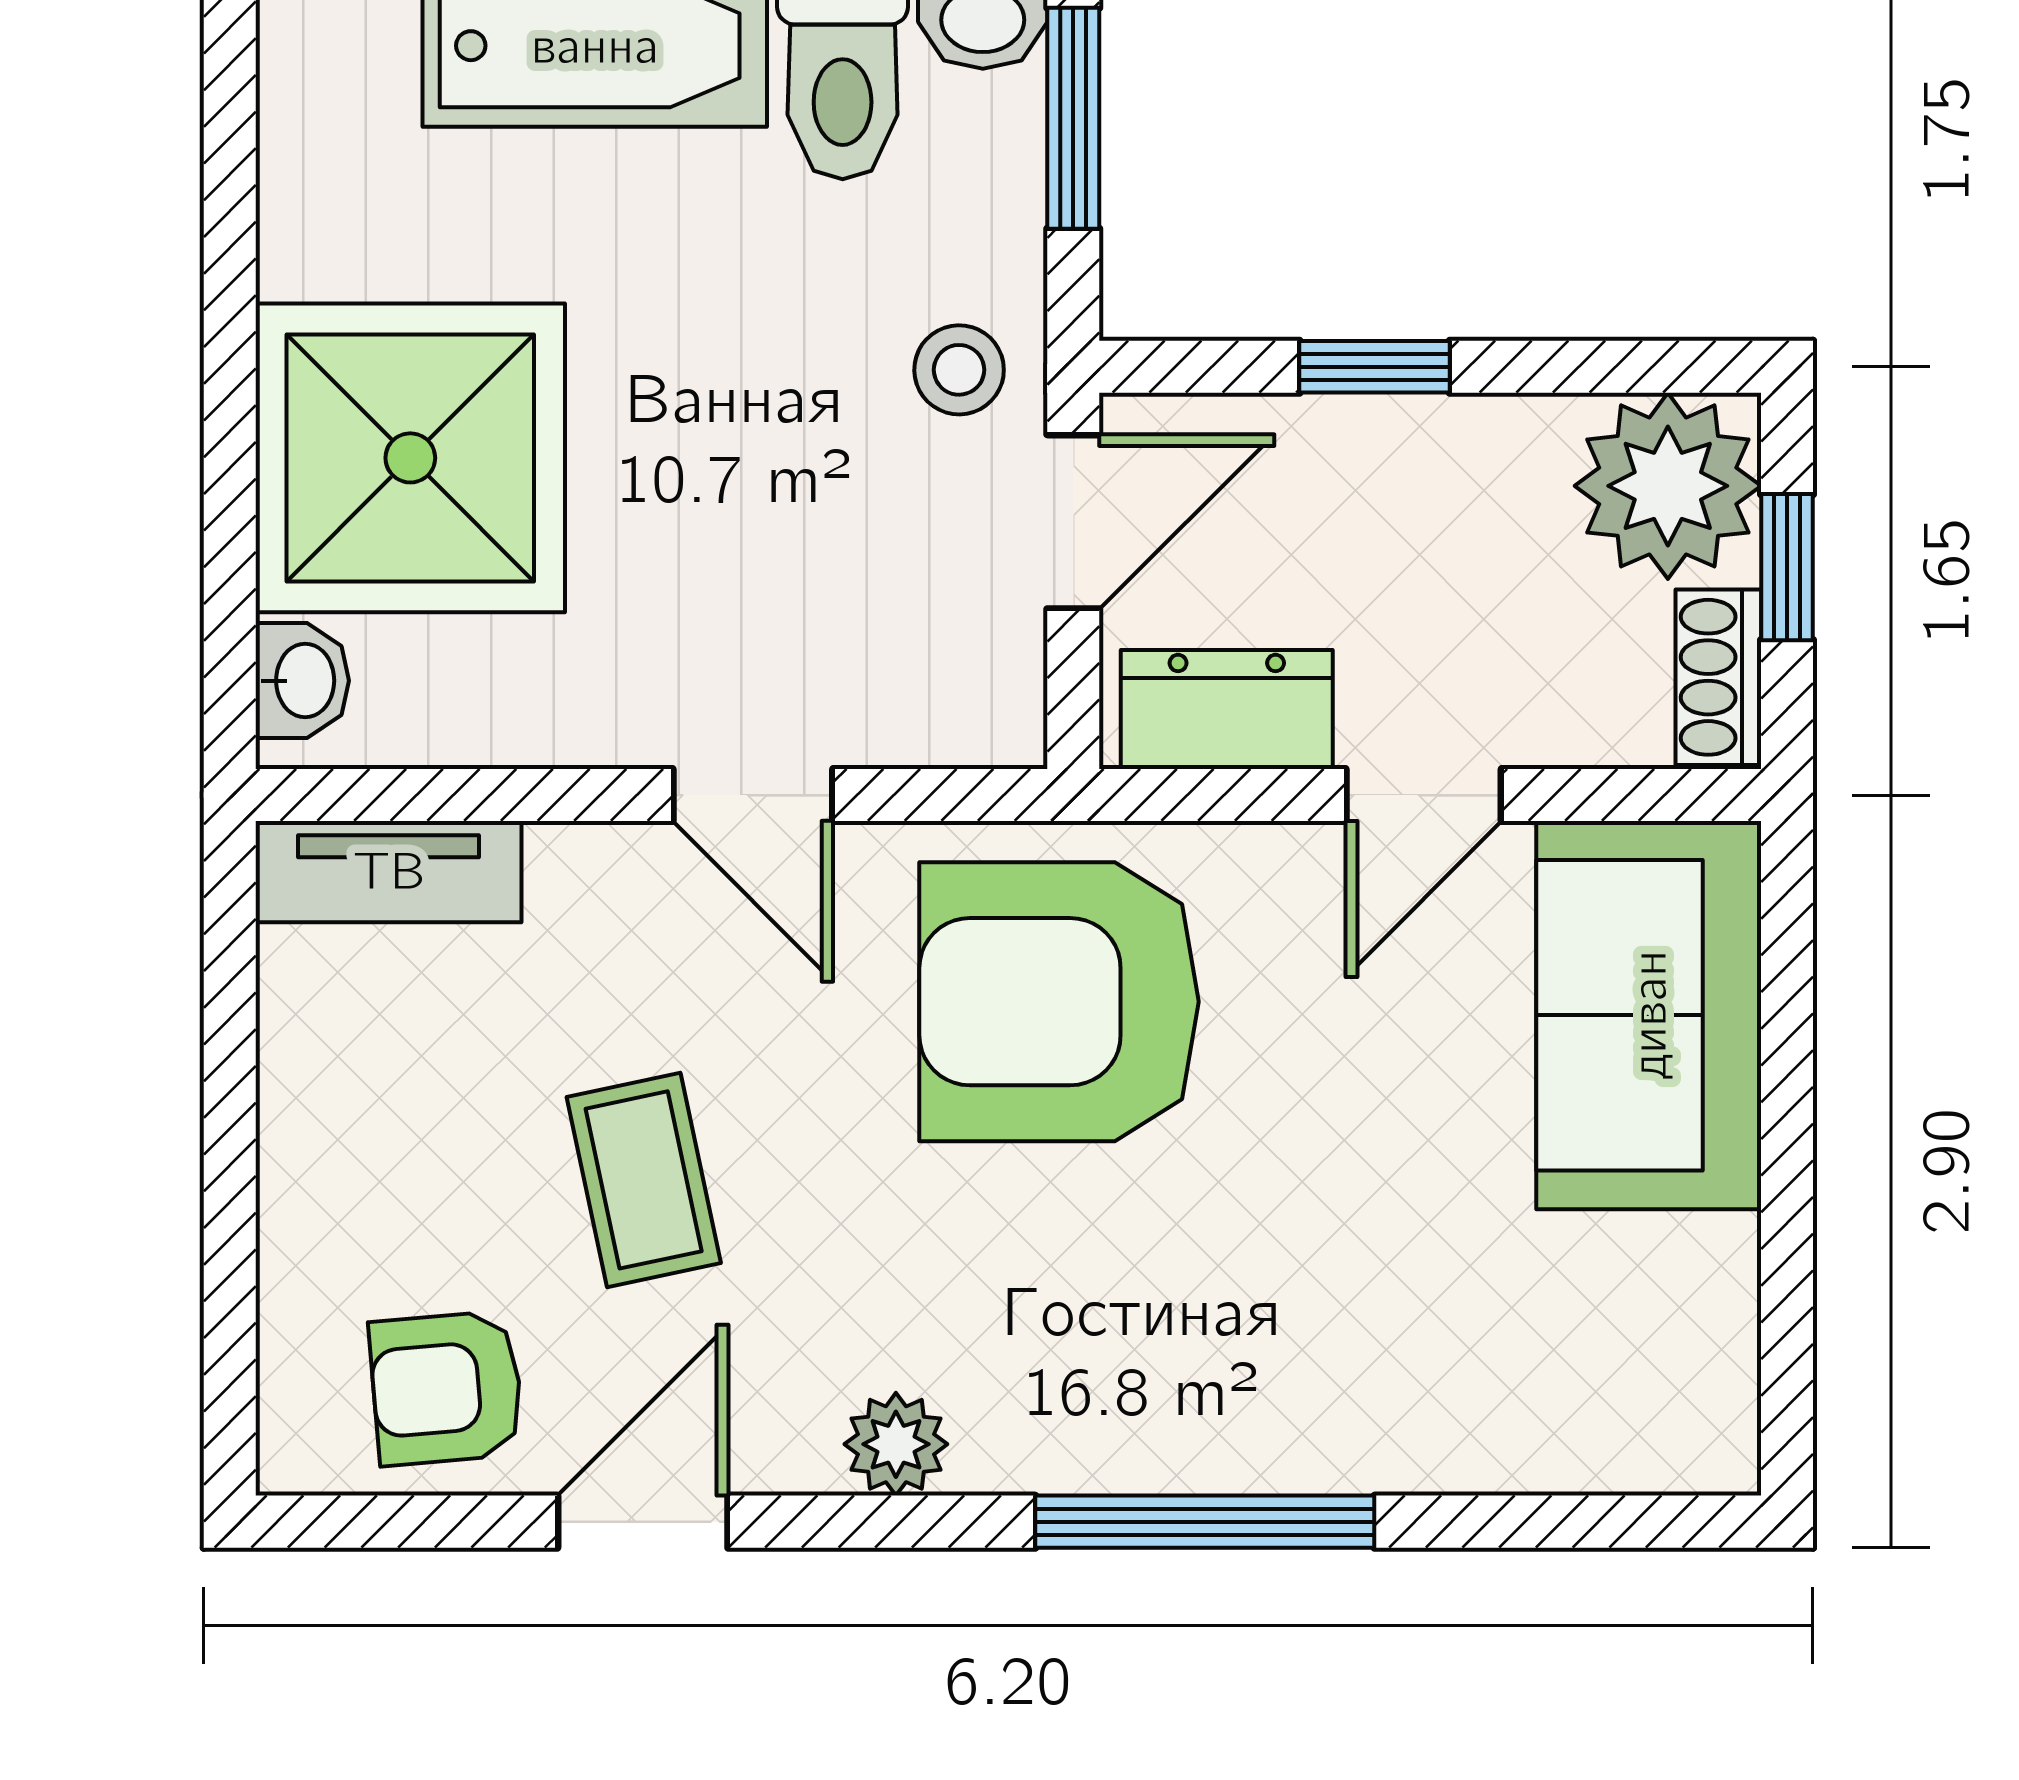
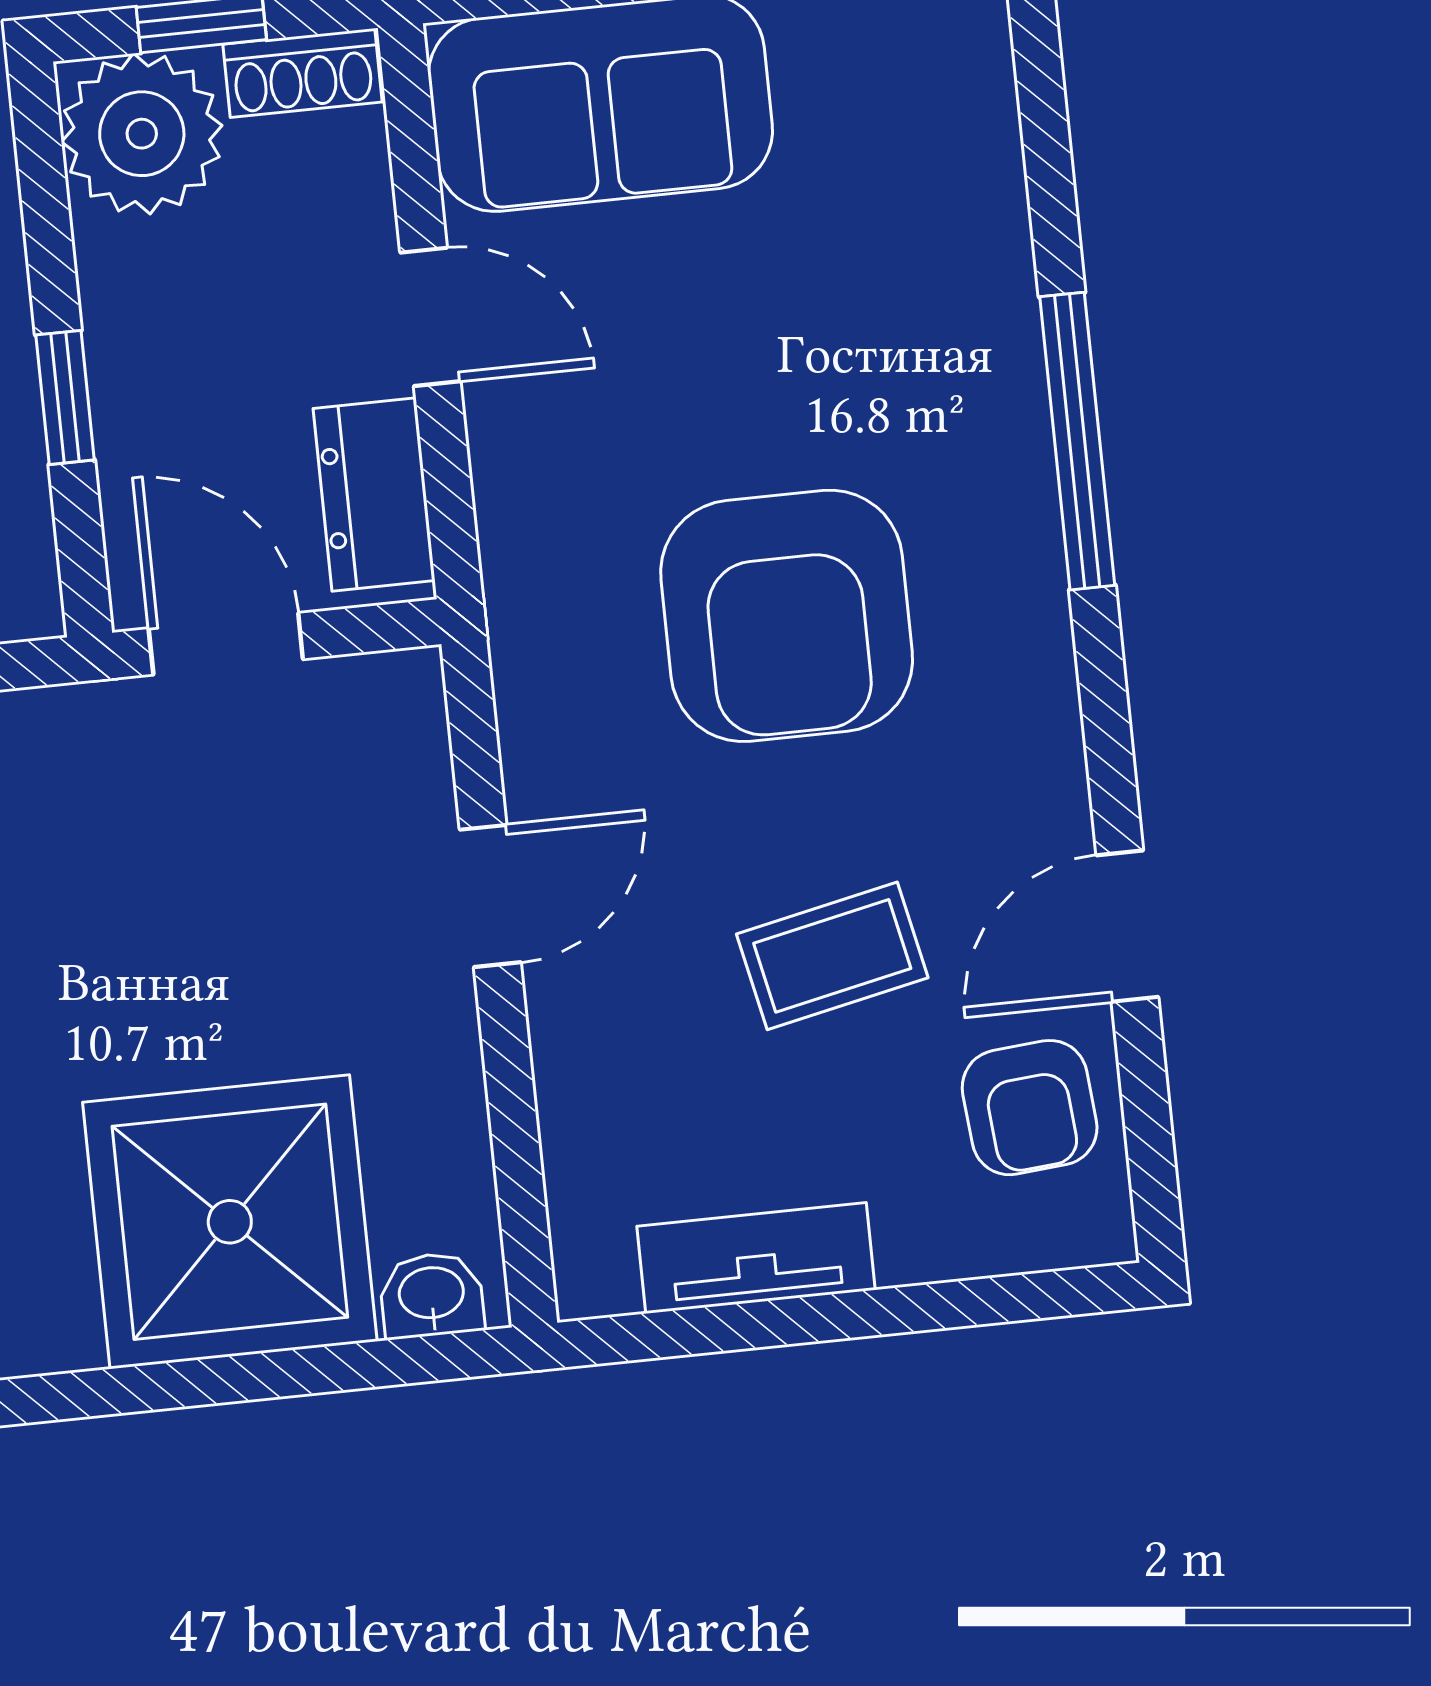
stool: (959, 370) -> (105, 756), removed
tv unit: (389, 872) -> (756, 1258), moved, turned -90
armchair: (1059, 1002) -> (787, 616), moved
plant: (896, 1444) -> (1038, 714), removed
door: (643, 1522) -> (1127, 926), hinge flipped

